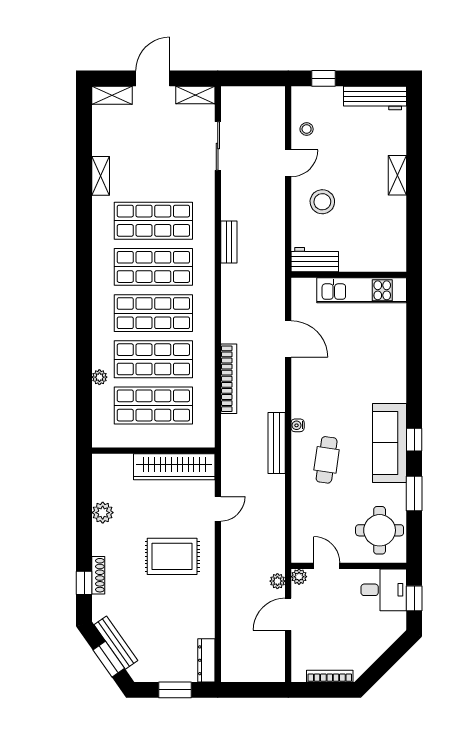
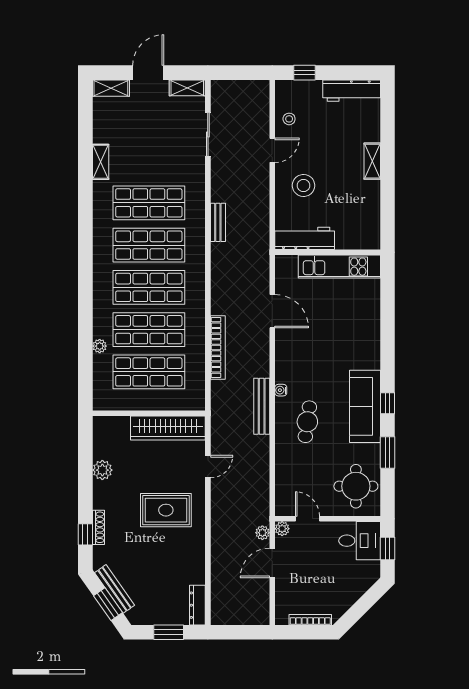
workbench: (315, 260) -> (305, 238), width x1.37

